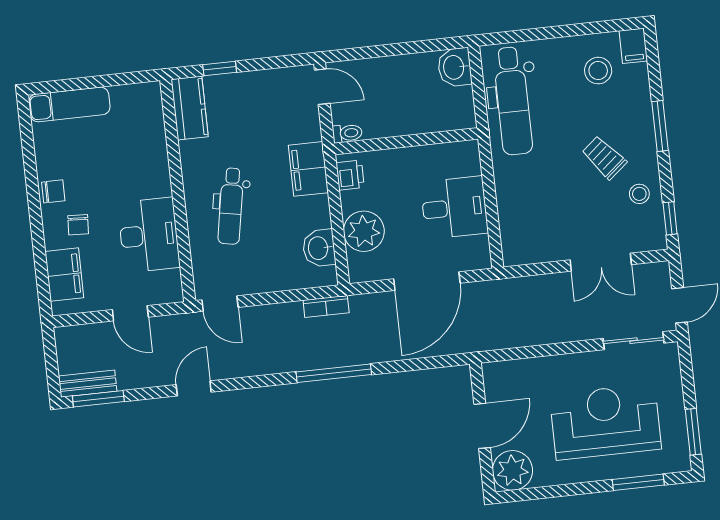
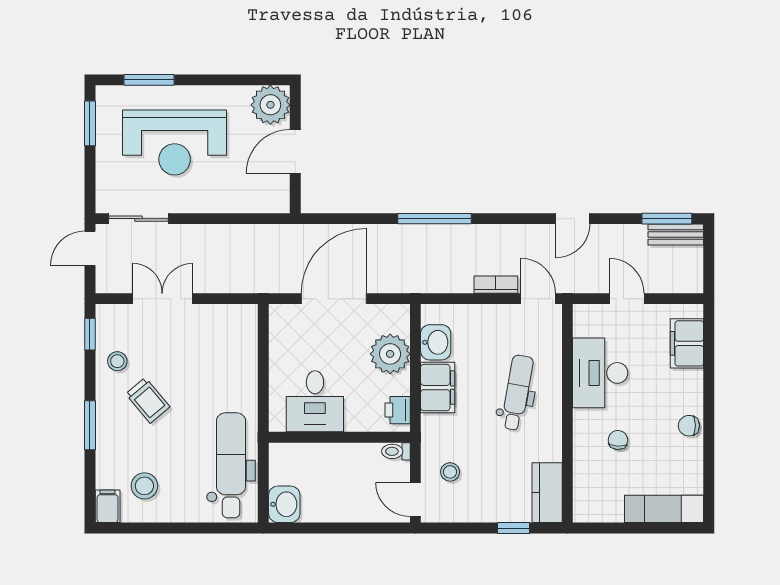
stool: (290, 118) -> (450, 472), added
filing cabinet: (308, 169) -> (438, 388), moved
desk: (454, 208) -> (315, 401), moved, turned -90
chair: (78, 225) -> (618, 440), moved
bookcase: (326, 306) -> (496, 285), moved

